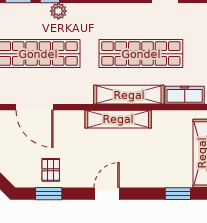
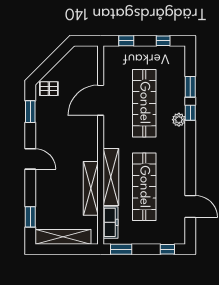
shelving: (118, 119) -> (91, 188), moved
pallet: (51, 170) -> (49, 89), moved

